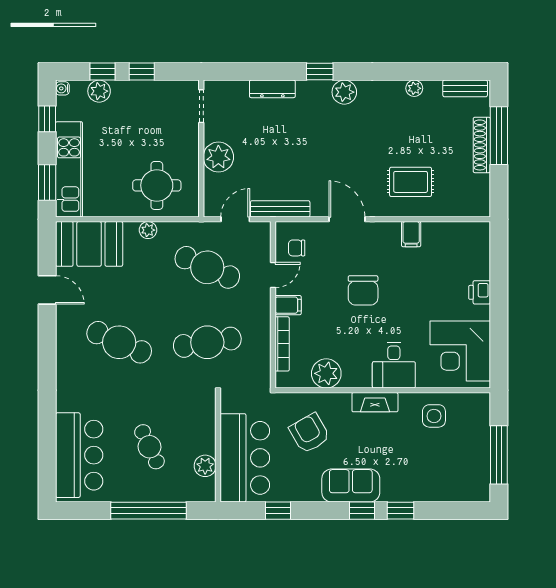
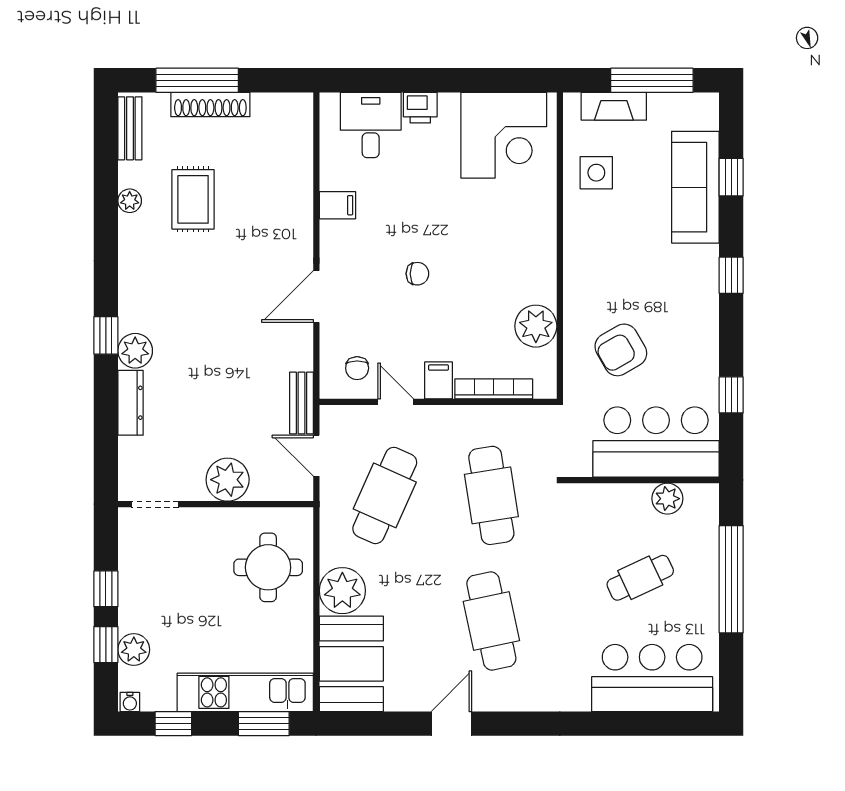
plant: (344, 92) -> (135, 351), moved
rug: (411, 182) -> (193, 199), moved
bench: (280, 209) -> (301, 403), width x0.73
plant: (148, 230) -> (342, 591), width x1.88, depth x1.88
door: (47, 290) -> (451, 724), moved
chair: (363, 290) -> (417, 274), width x0.54, depth x0.54
cafe table: (119, 342) -> (491, 621), turned -36
desk: (394, 365) -> (371, 125), moved, turned -90
fireplace: (375, 402) -> (614, 106), moved, turned 90
sofa: (351, 485) -> (695, 187), moved, width x1.36
window: (400, 511) -> (731, 177), moved

